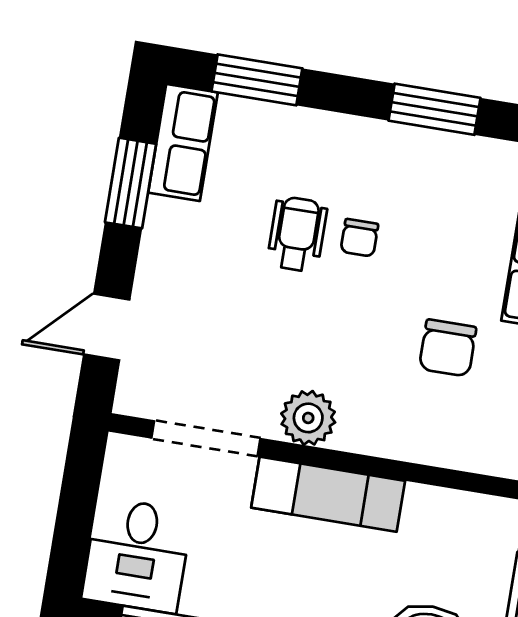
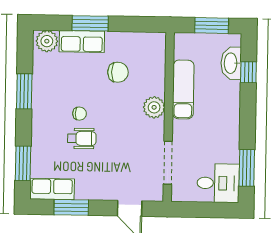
wheelchair: (297, 234) -> (82, 138), turned 180
plant: (308, 418) -> (154, 107), moved
exam couch: (328, 494) -> (183, 89), moved

